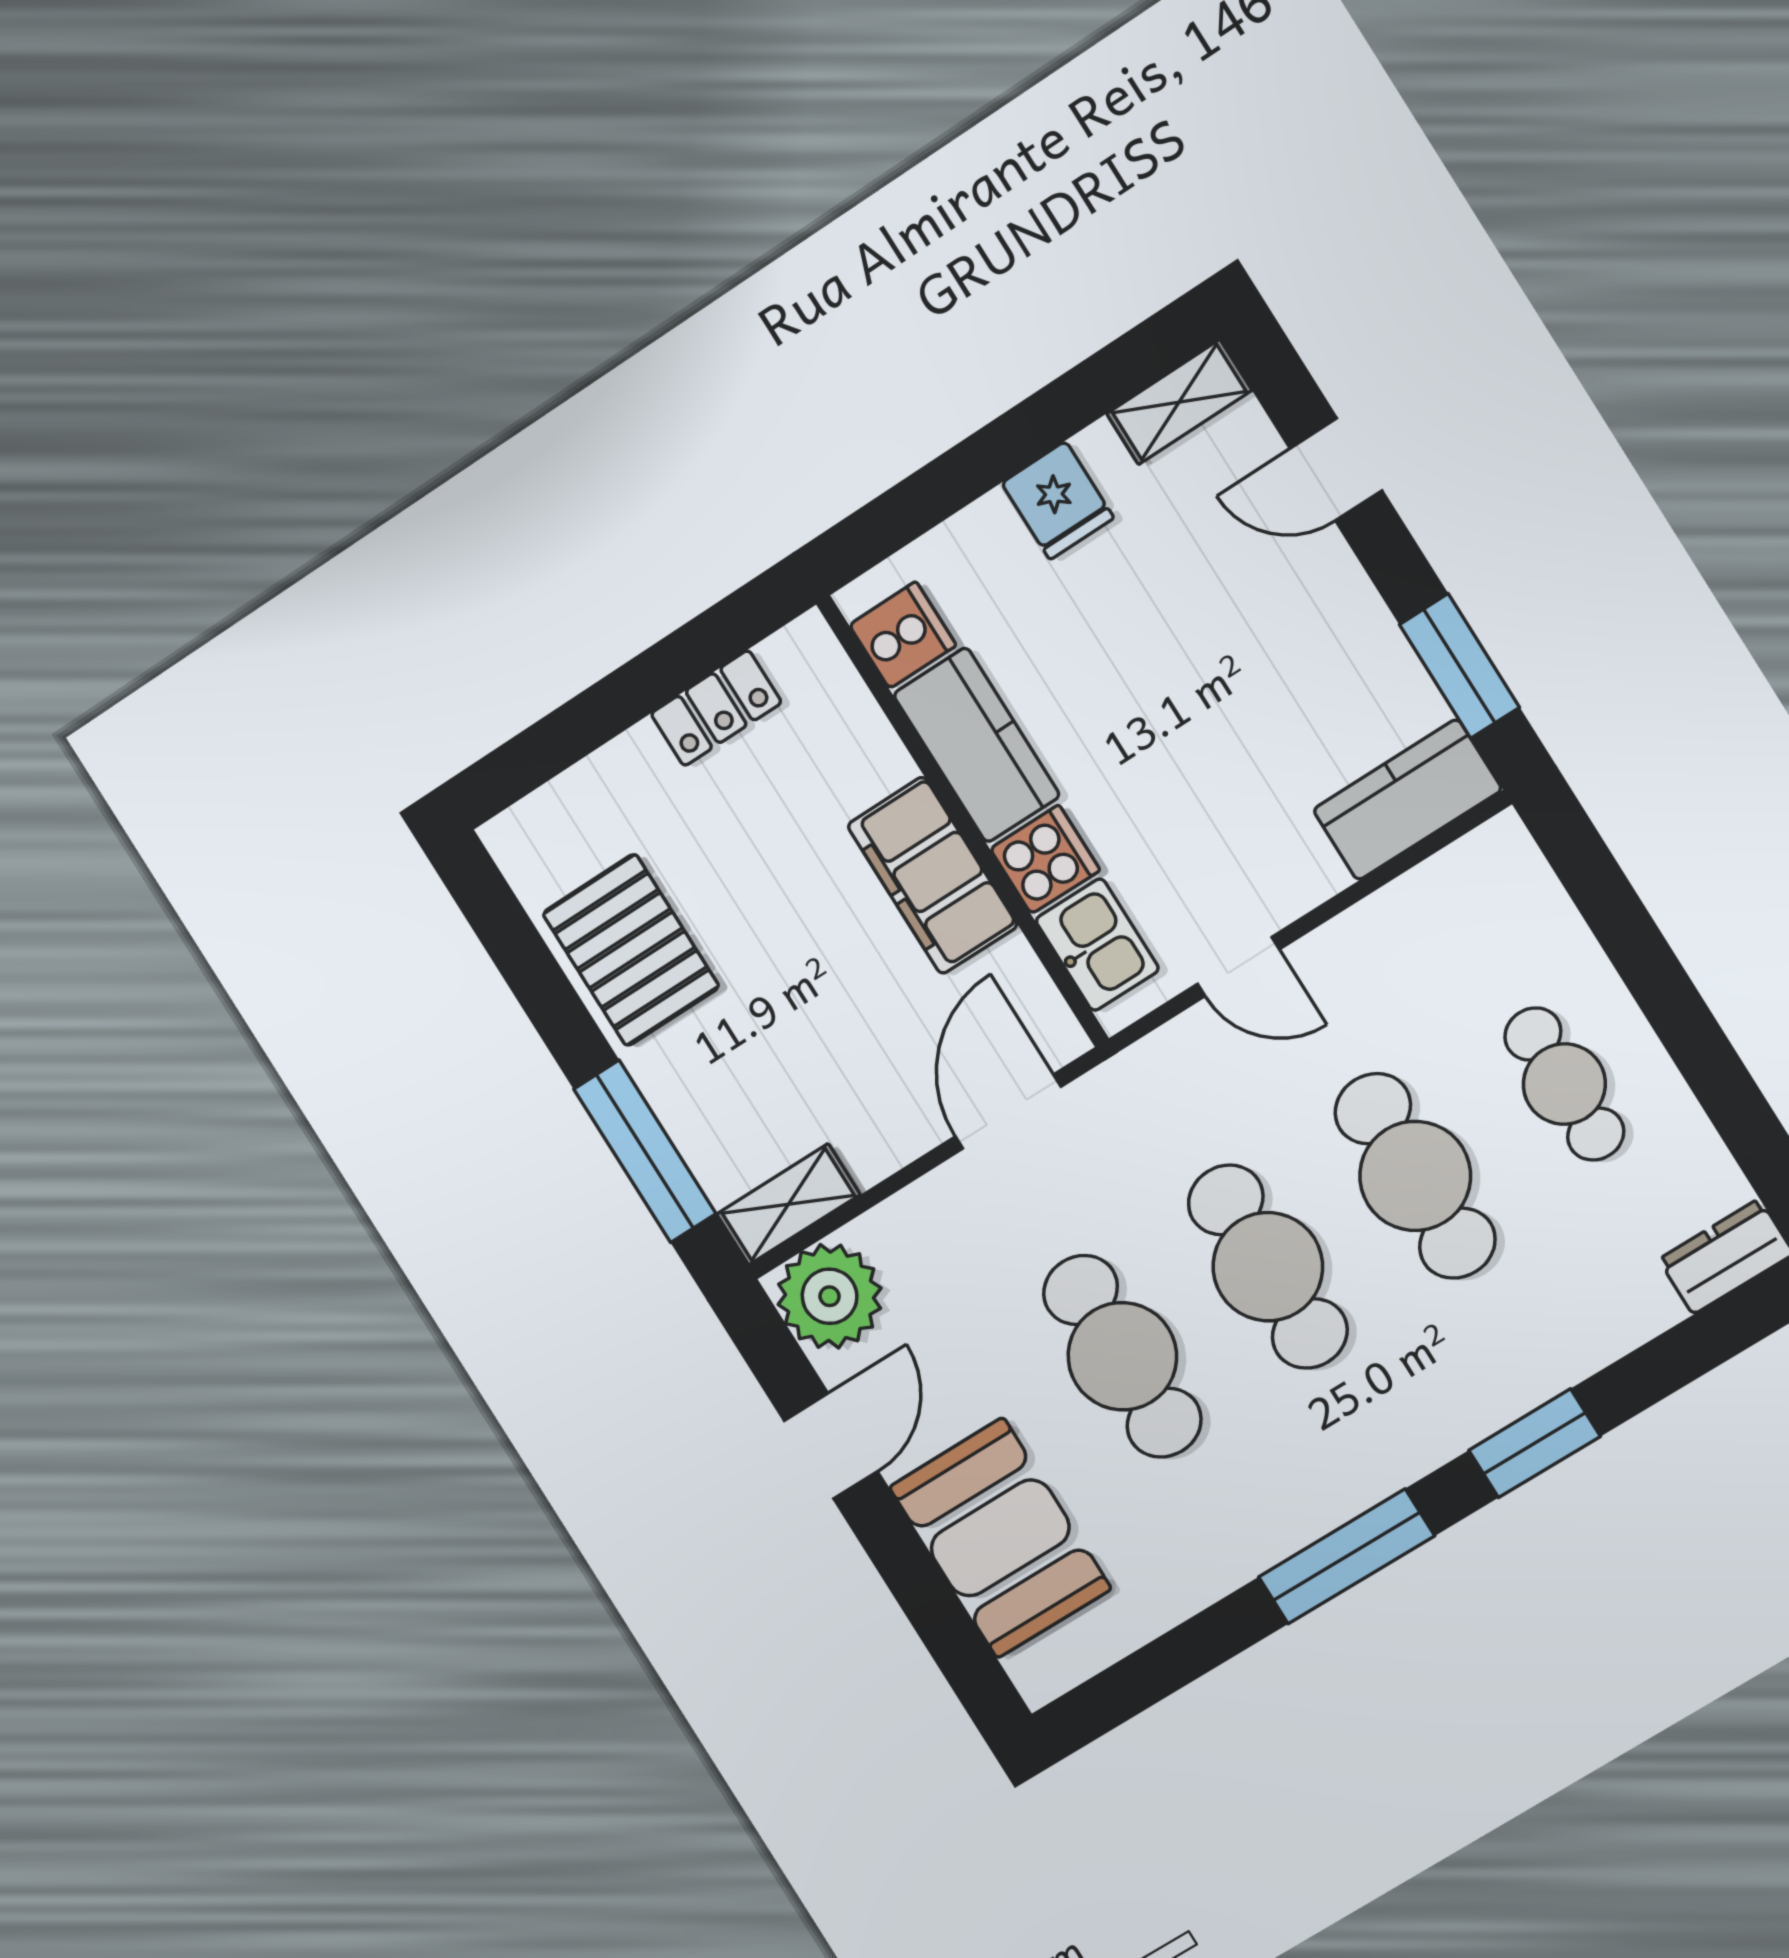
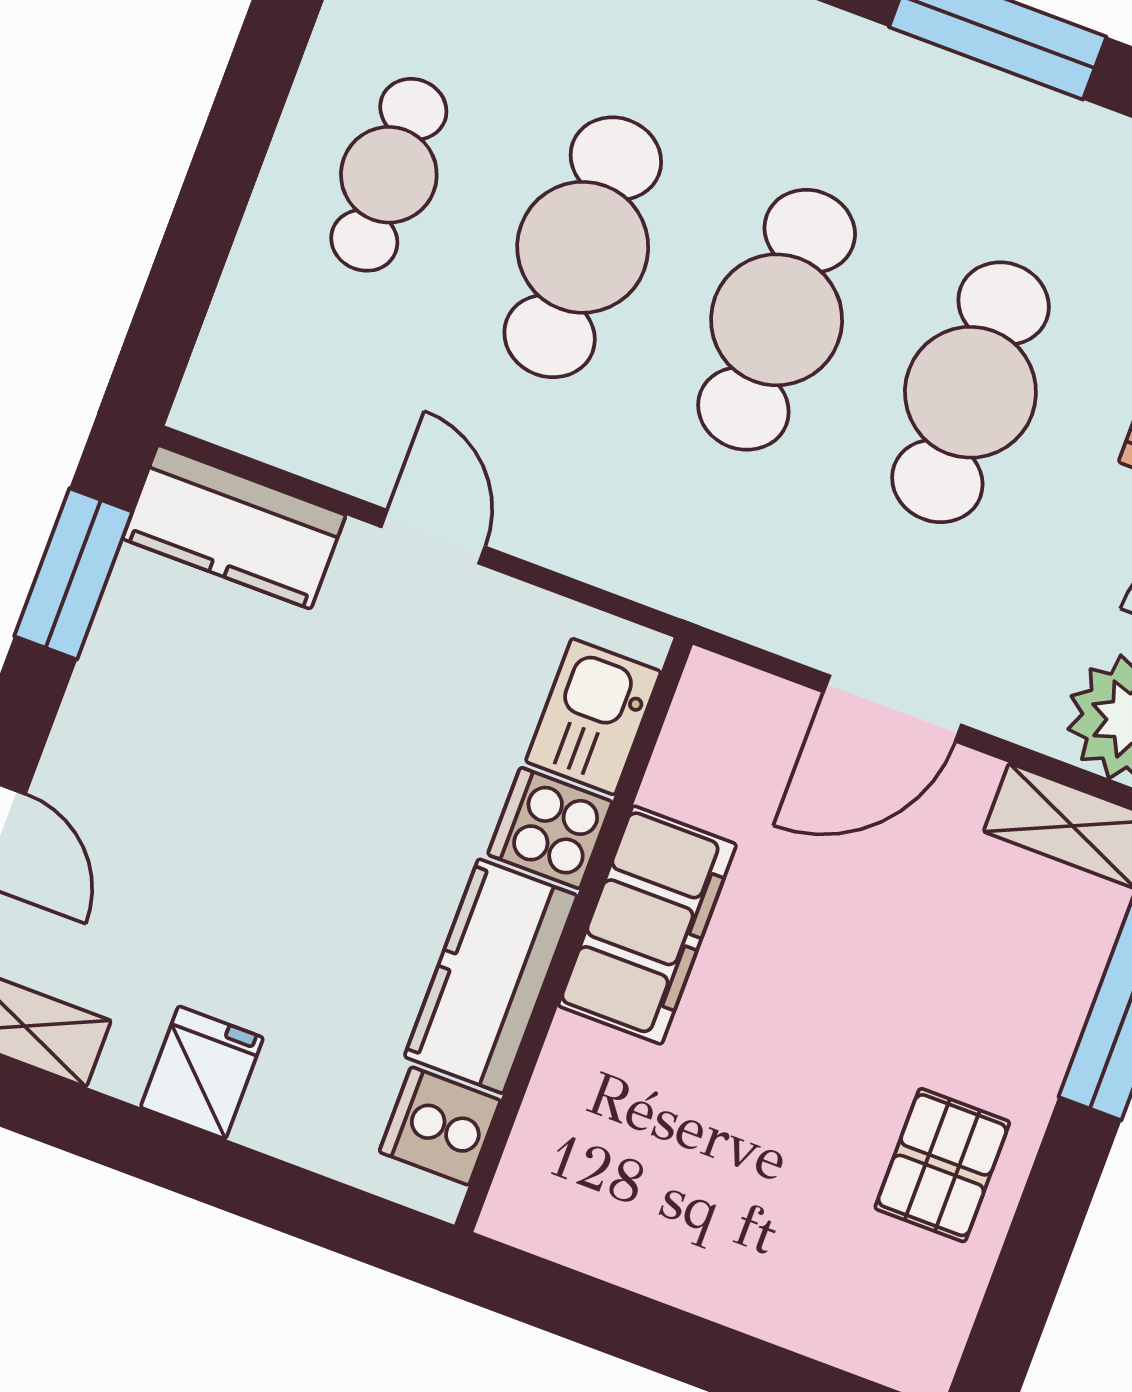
locker: (716, 708) -> (645, 1256), removed
pallet: (631, 950) -> (942, 1165), width x0.67, depth x0.71
door: (1238, 967) -> (433, 537), moved
door: (1008, 1112) -> (892, 709), moved

